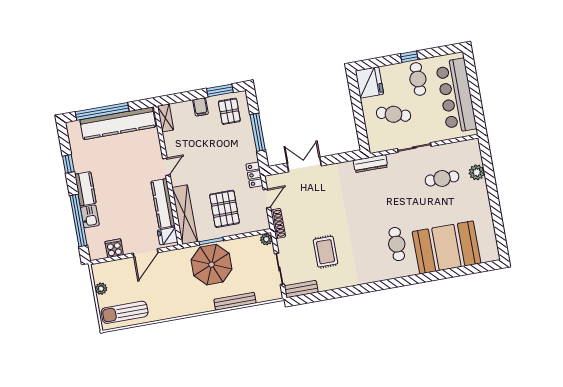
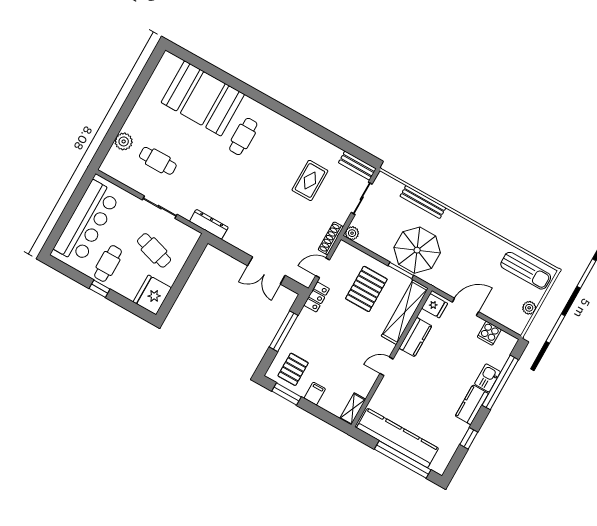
kitchen counter: (163, 203) -> (415, 337), width x0.67

